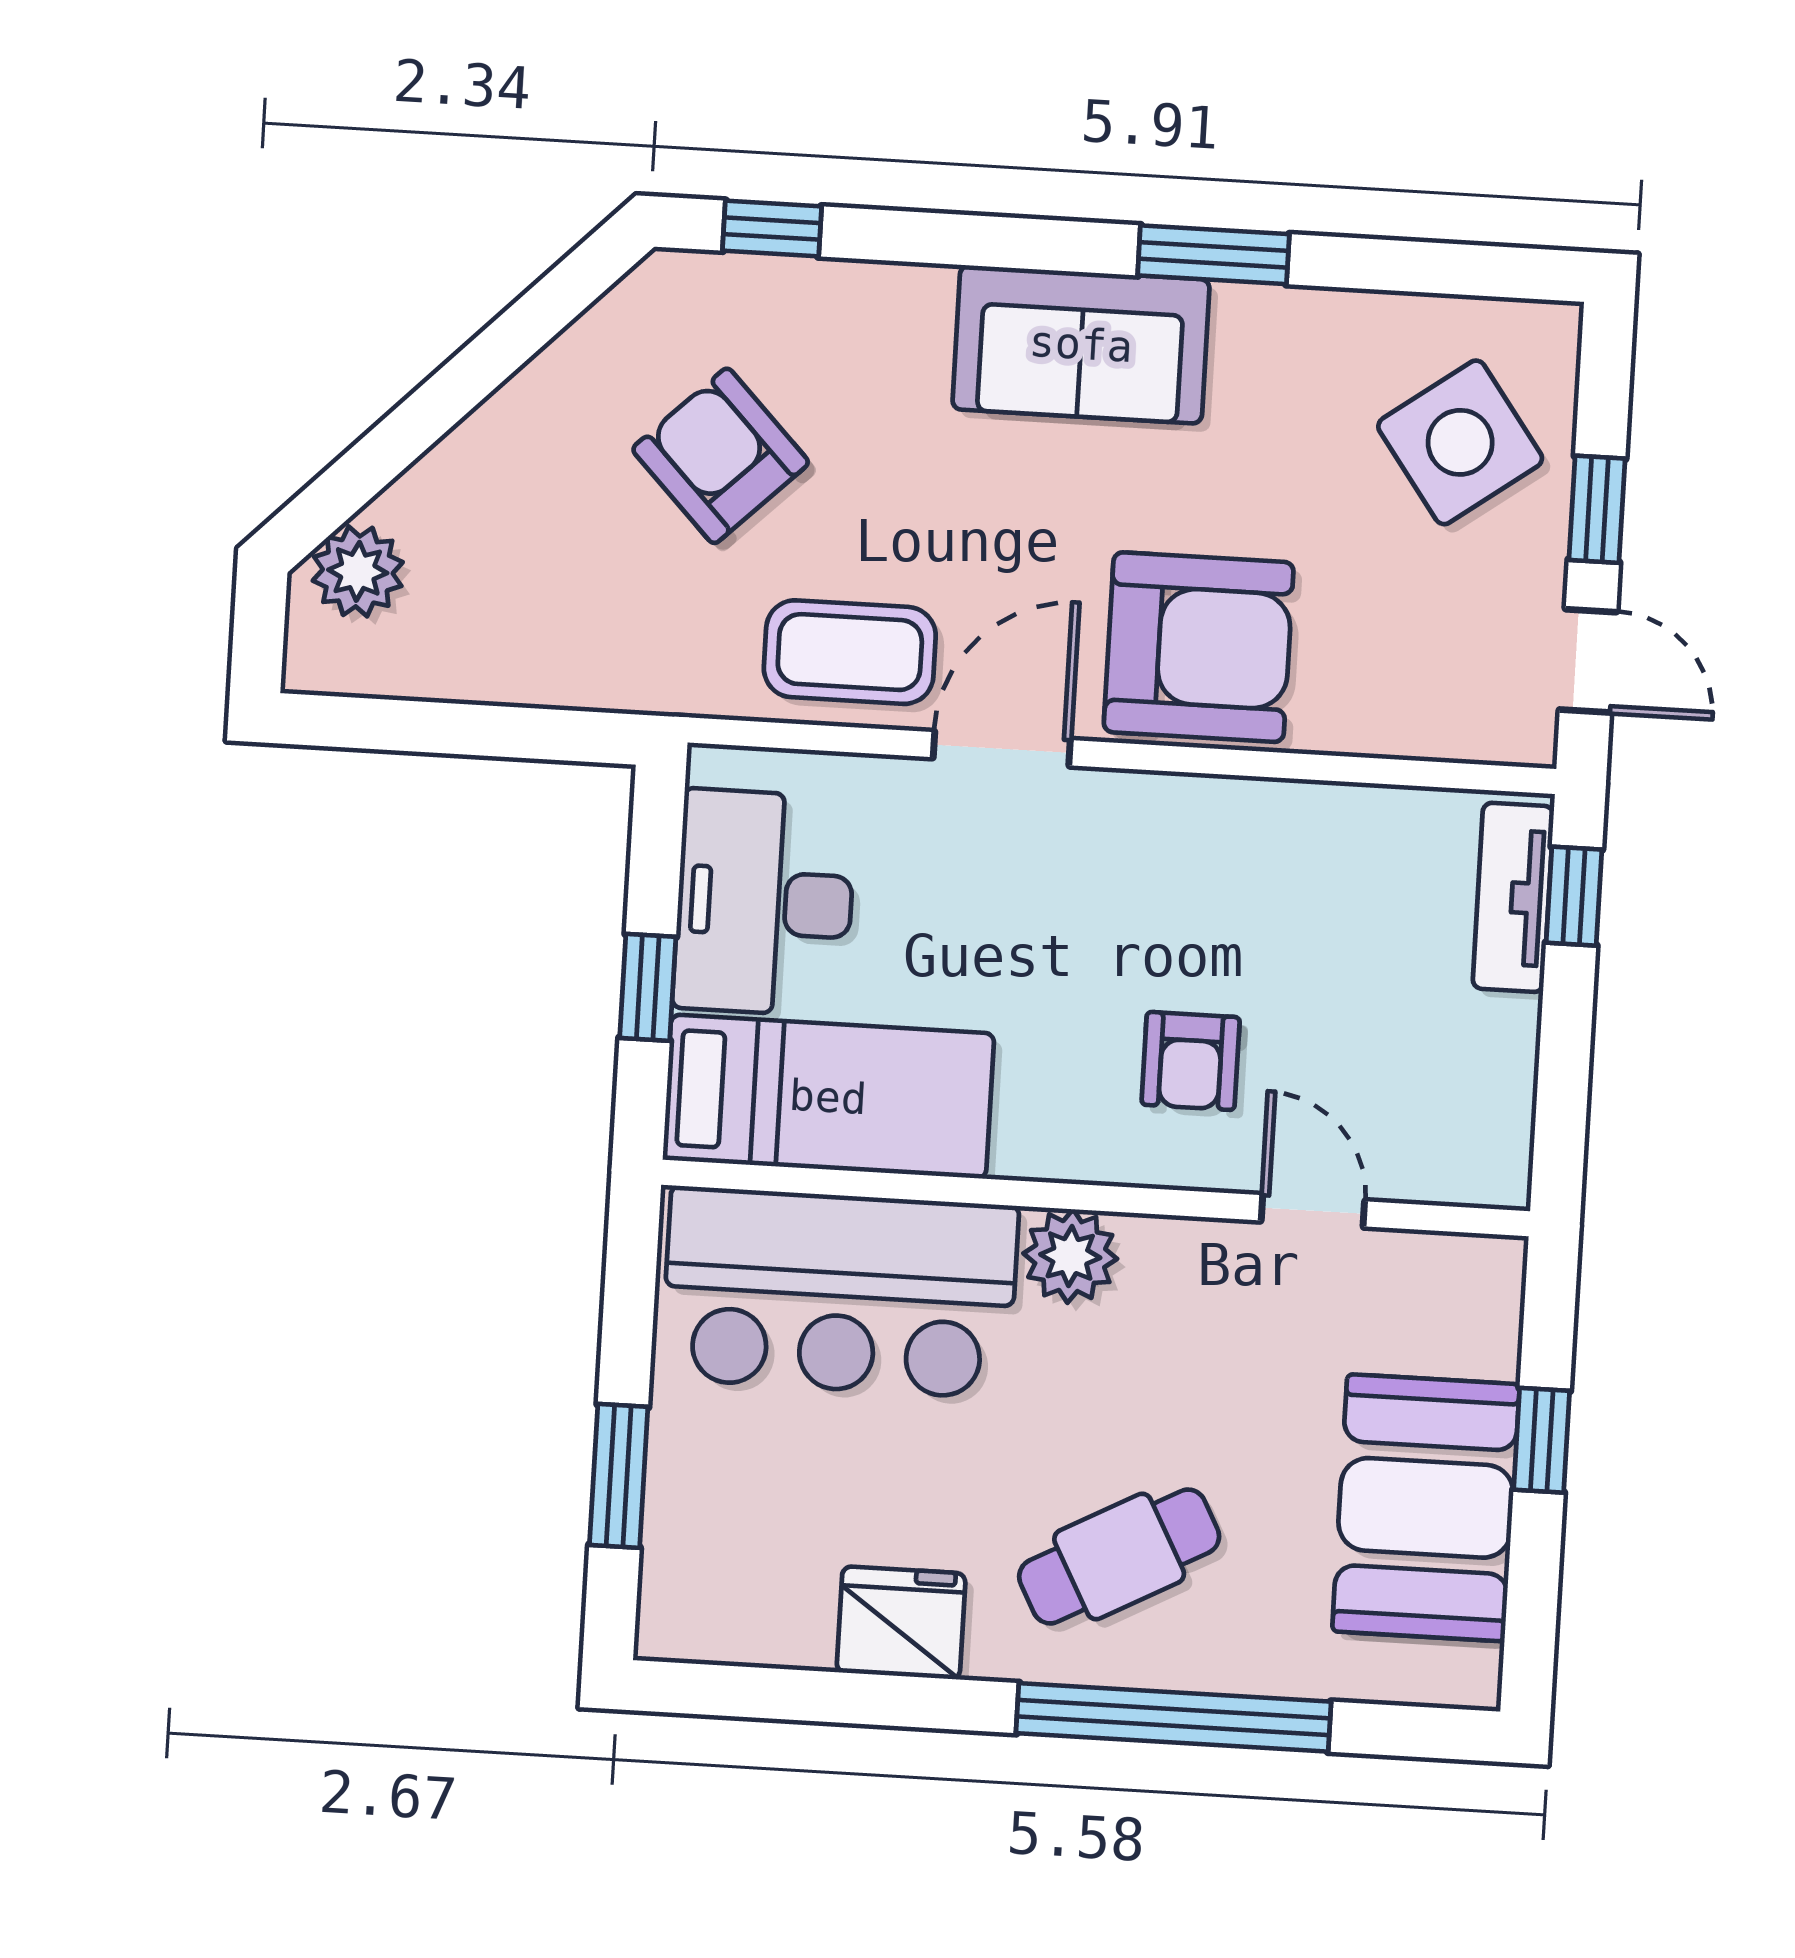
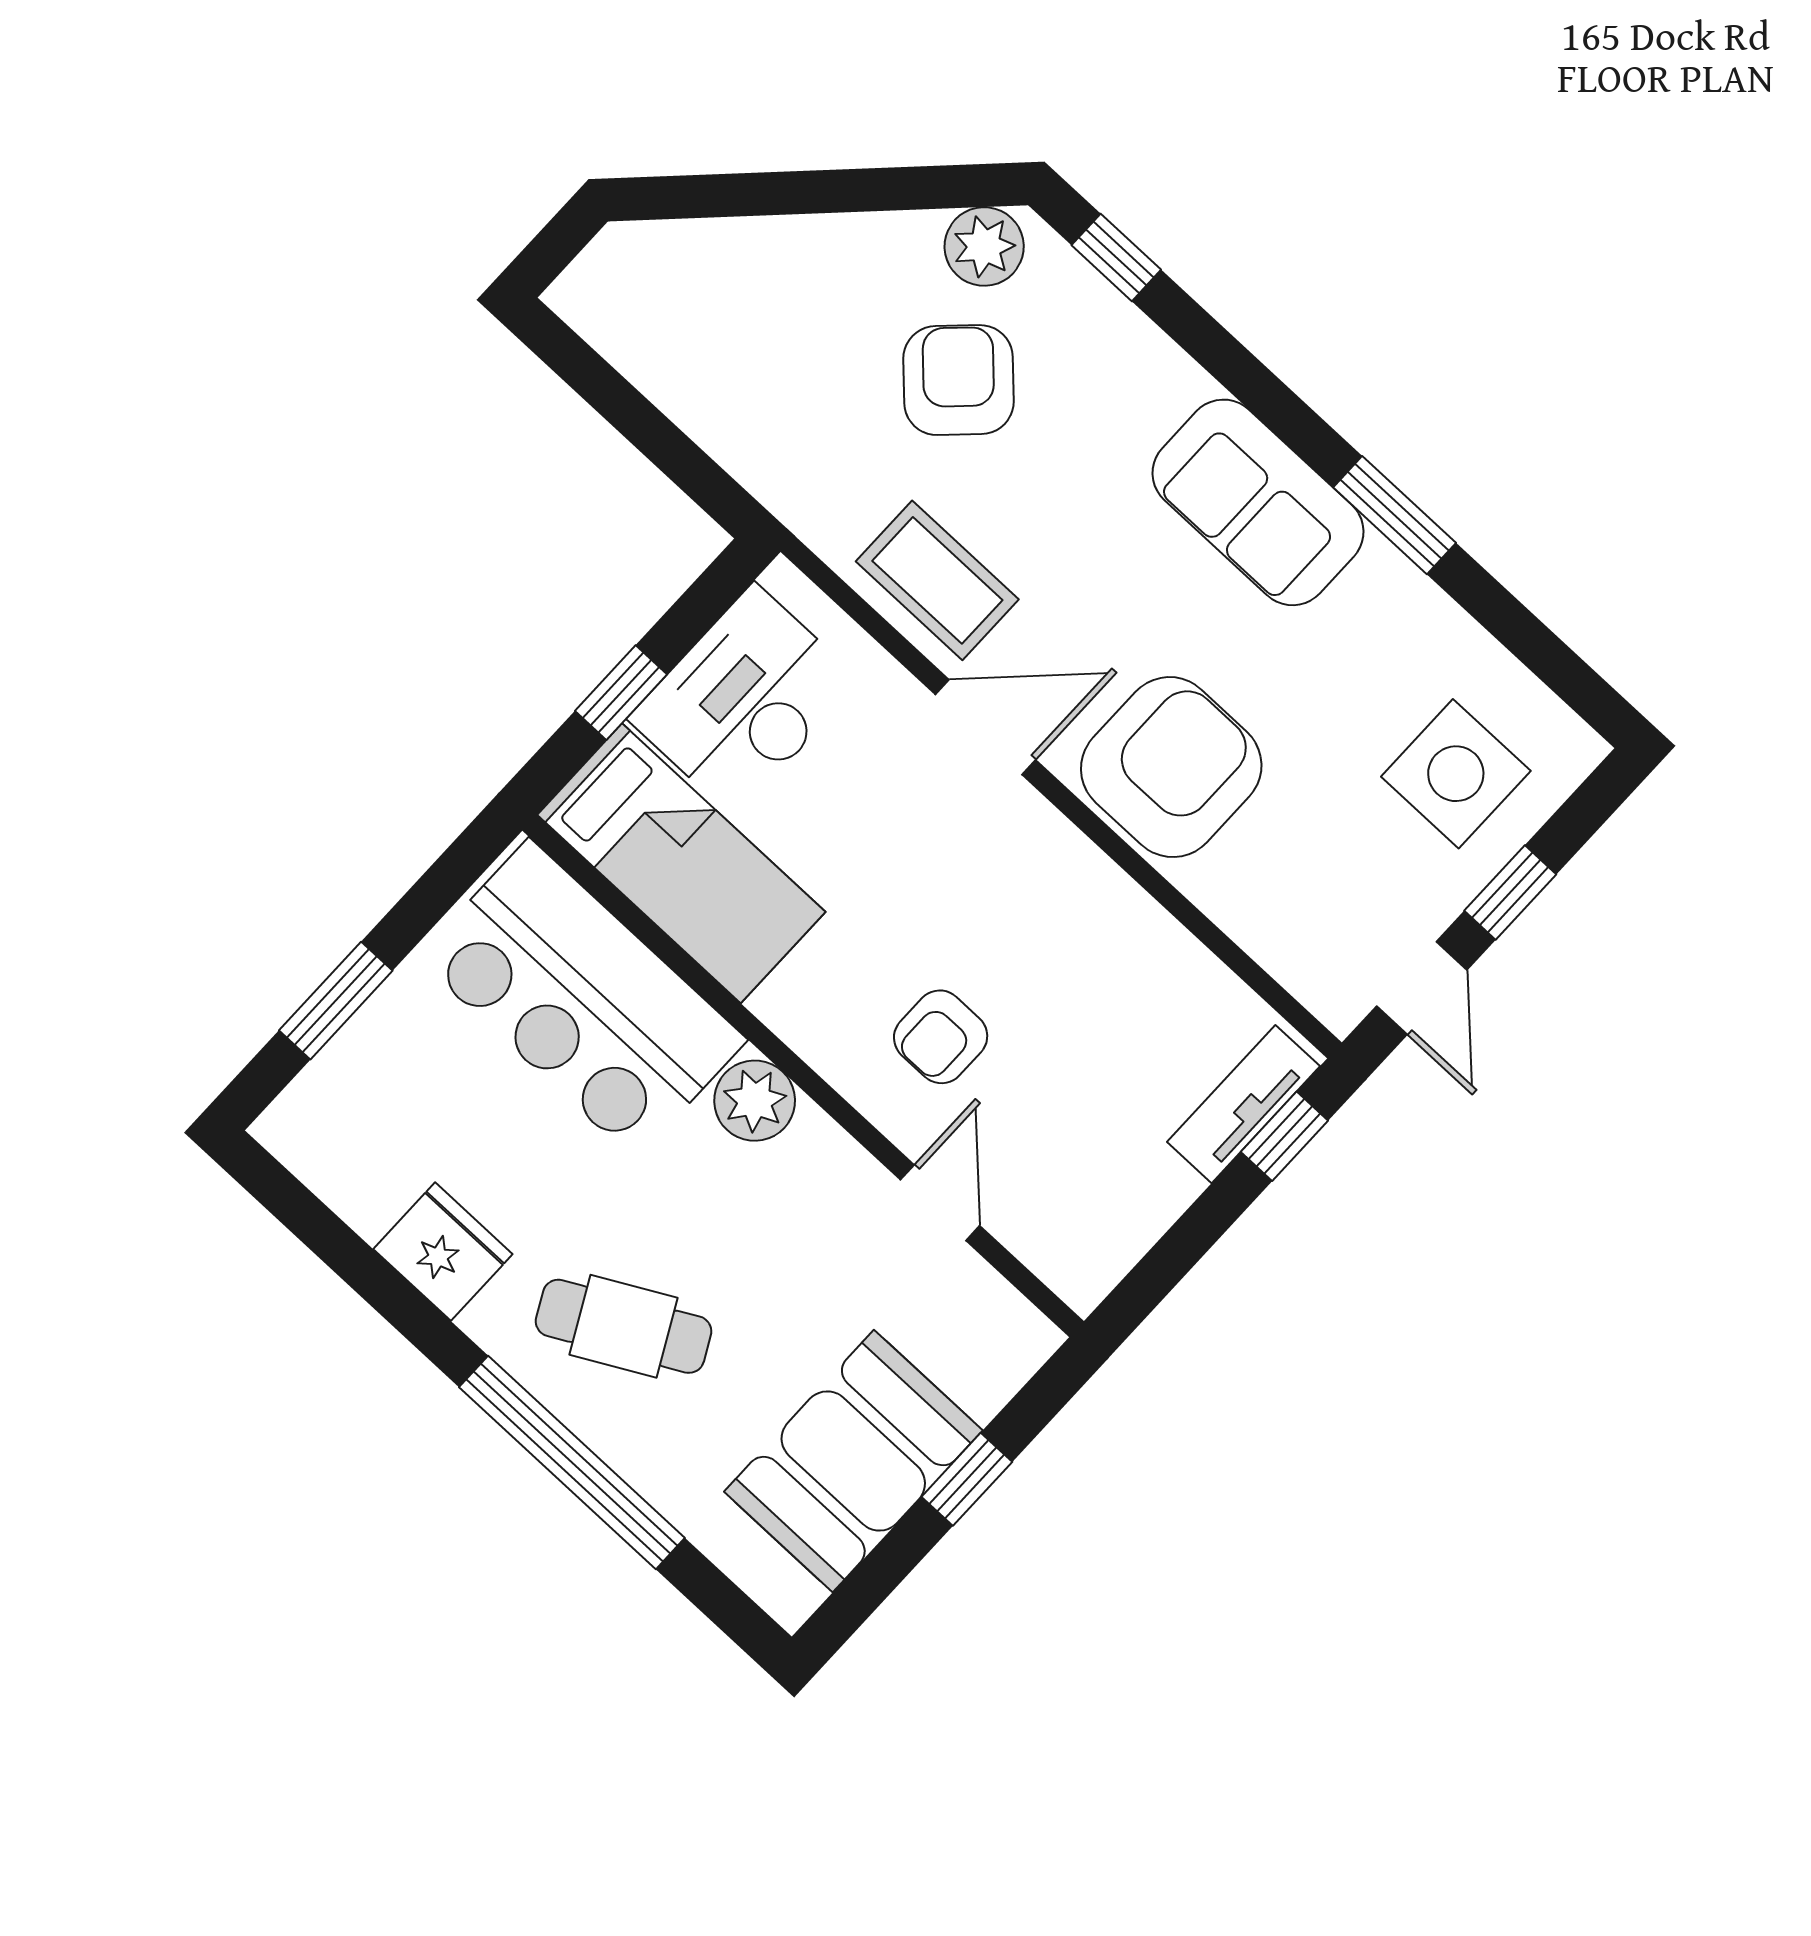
side table: (1460, 442) -> (1456, 774), turned 36
plant: (358, 571) -> (984, 247), moved
armchair: (1199, 647) -> (1171, 767), turned -90

